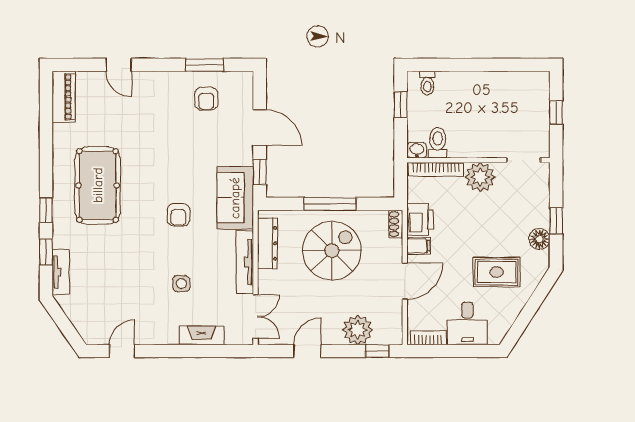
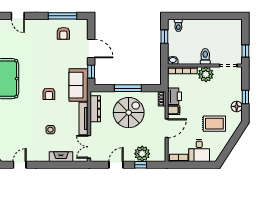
window: (205, 65) -> (63, 16), width x1.44
window: (556, 112) -> (245, 51), moved
toilet: (438, 143) -> (205, 56), moved
double door: (255, 317) -> (89, 147), swing flipped
window: (377, 351) -> (141, 165), moved

